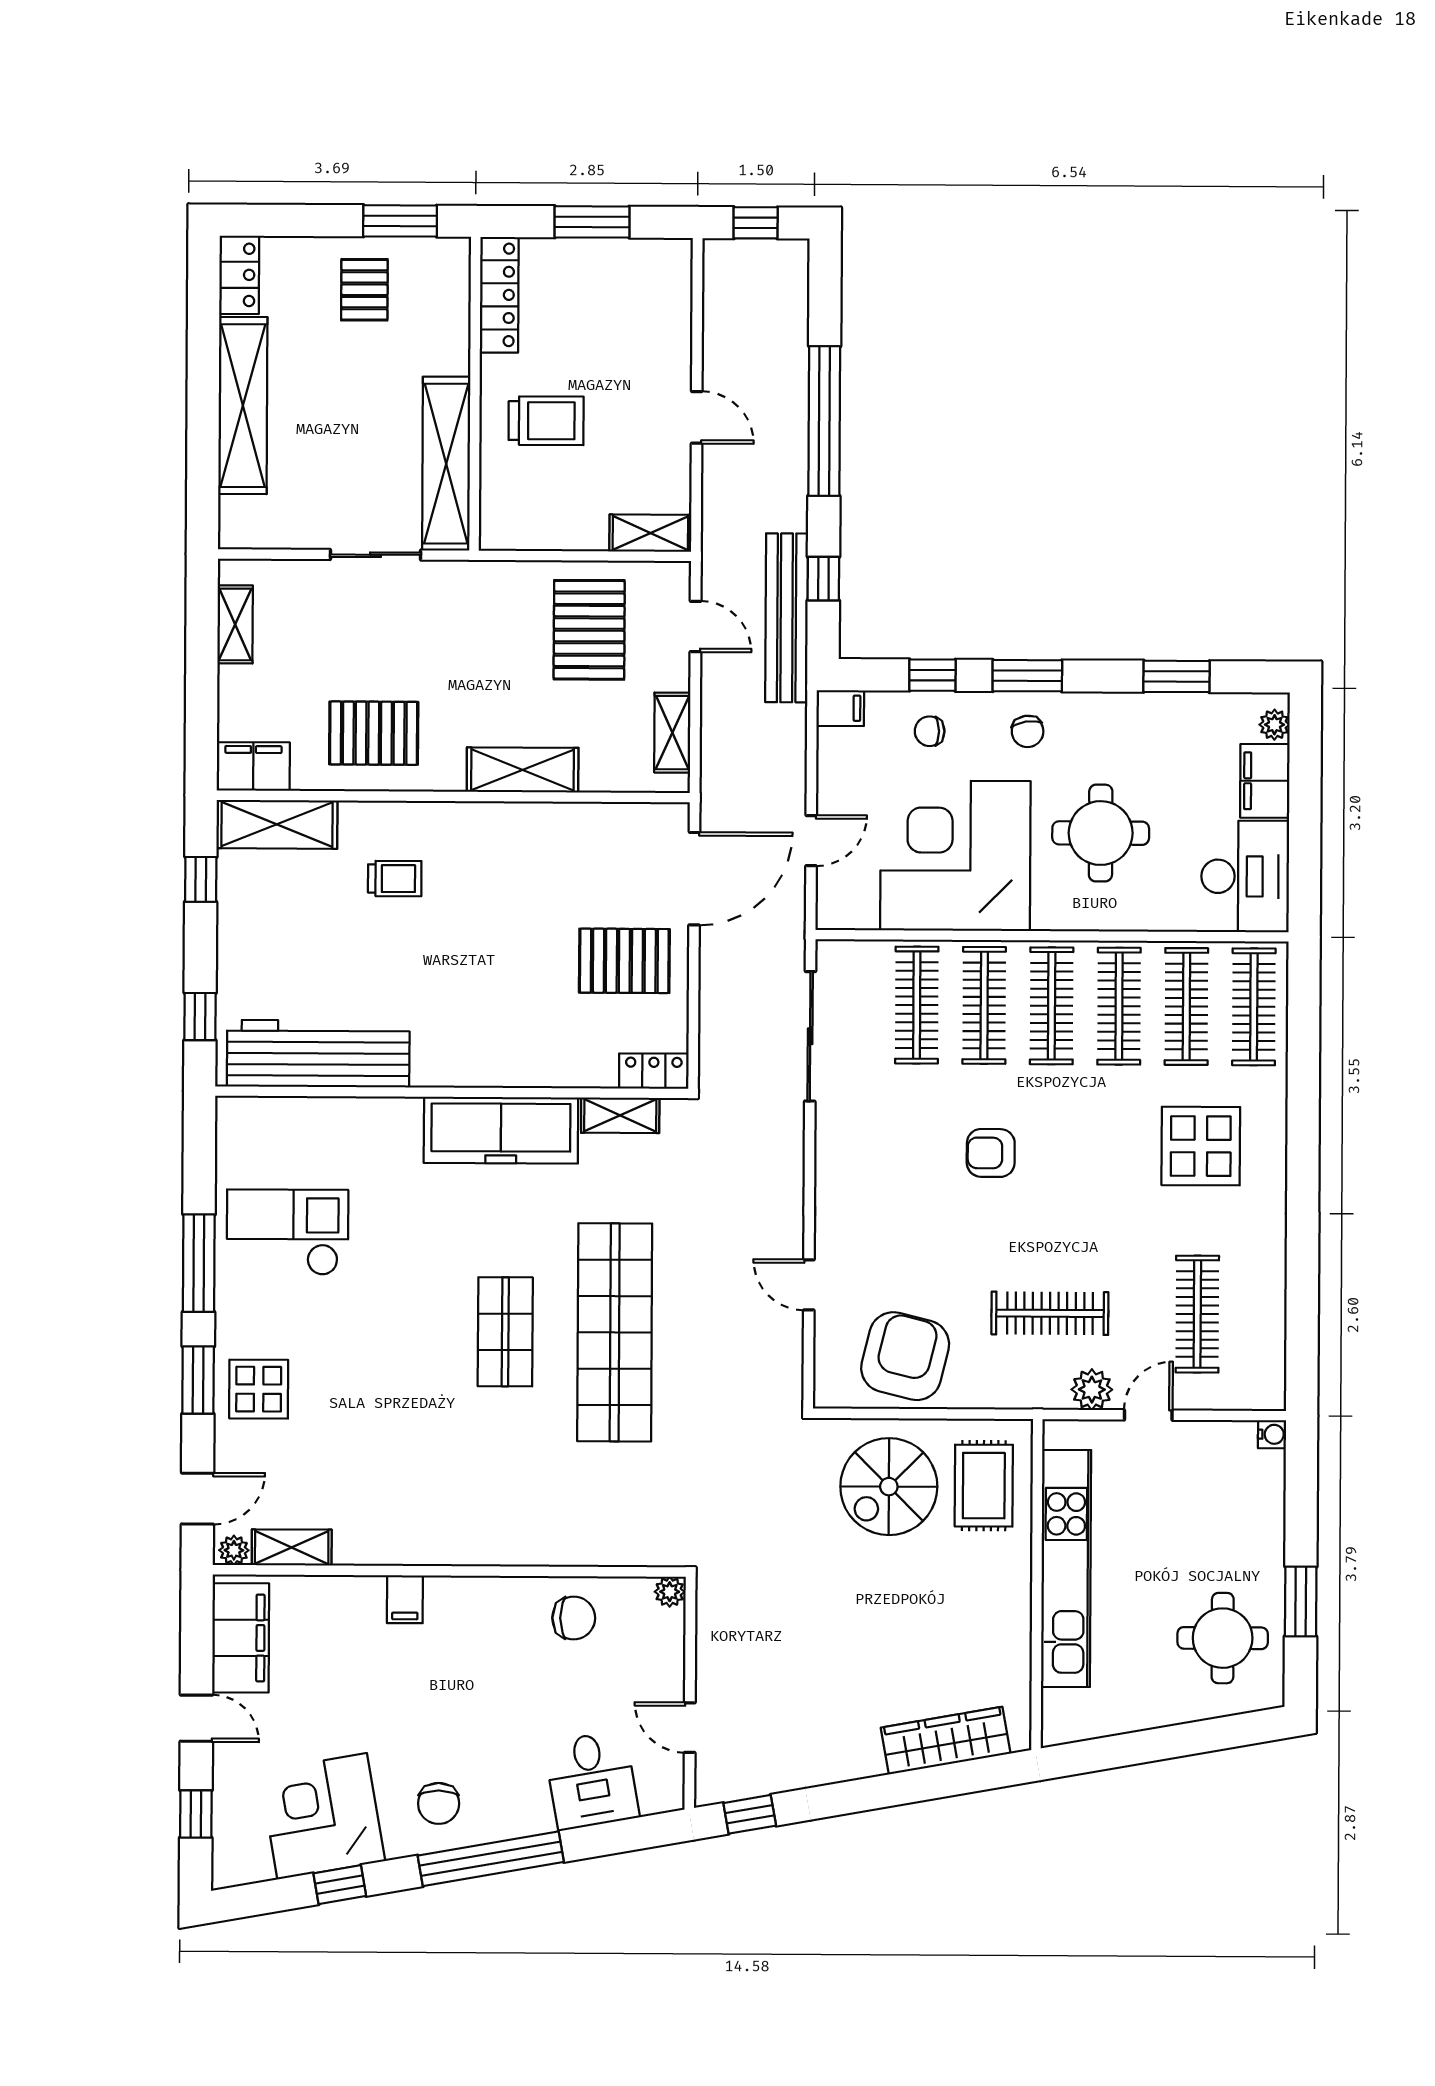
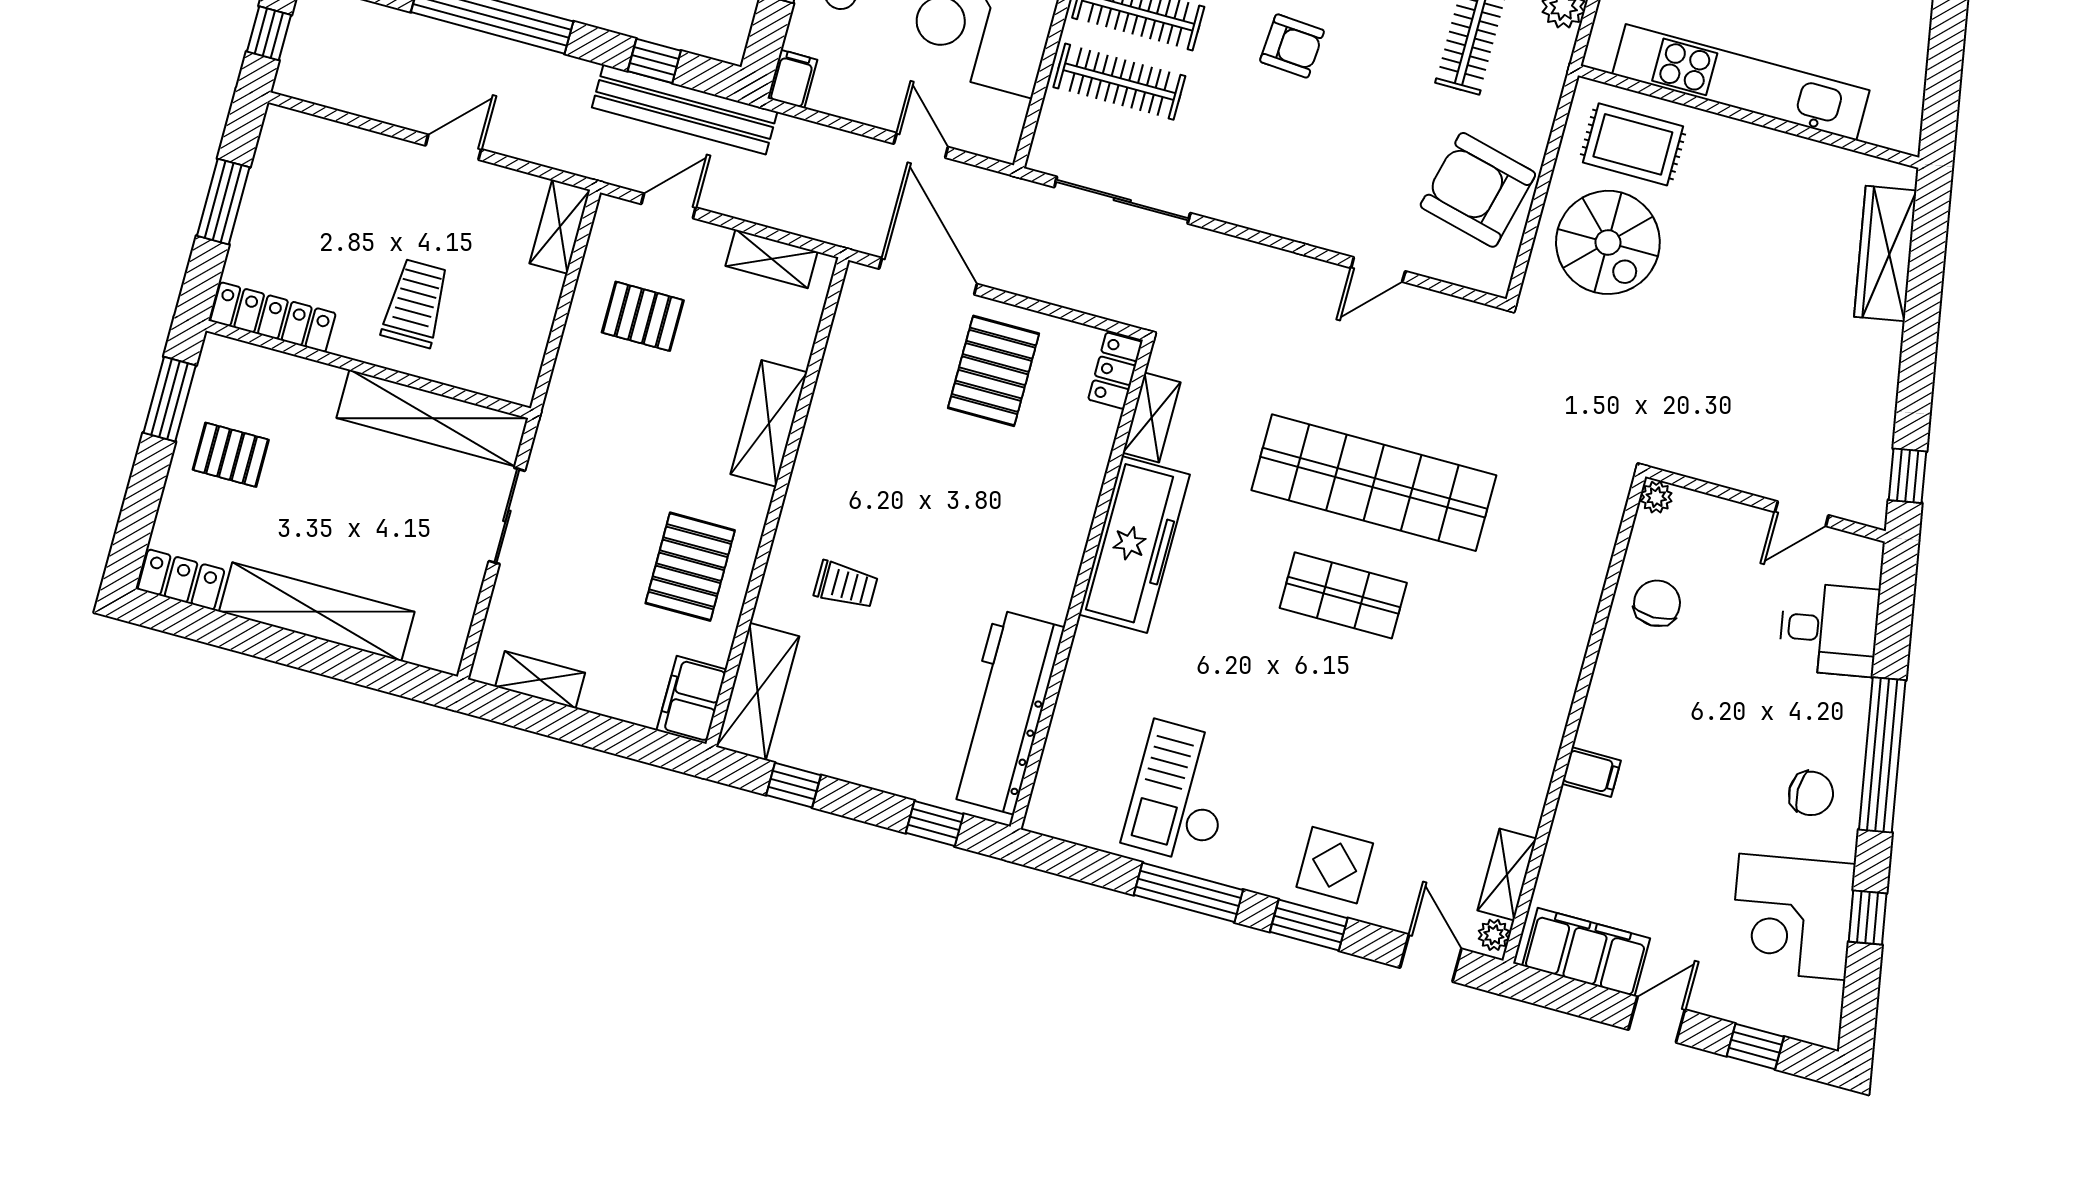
pallet: (589, 630) -> (643, 316), width x0.67, depth x0.71
trolley: (395, 879) -> (846, 585), turned 90
armchair: (991, 1153) -> (1292, 46), turned -86

